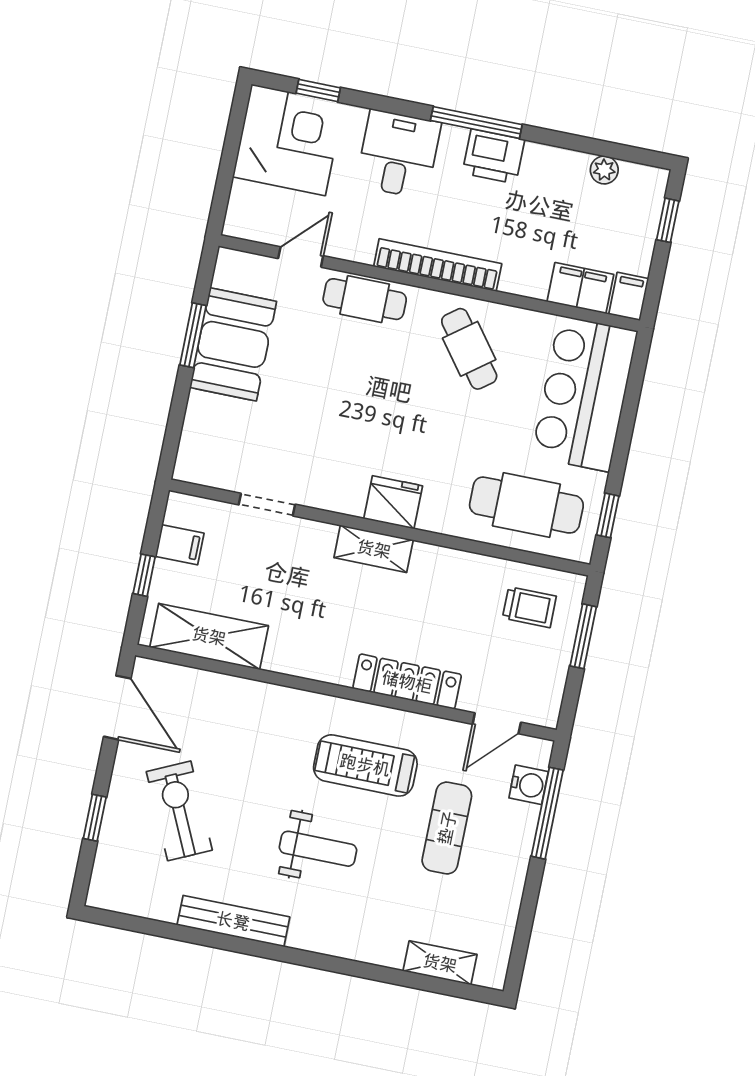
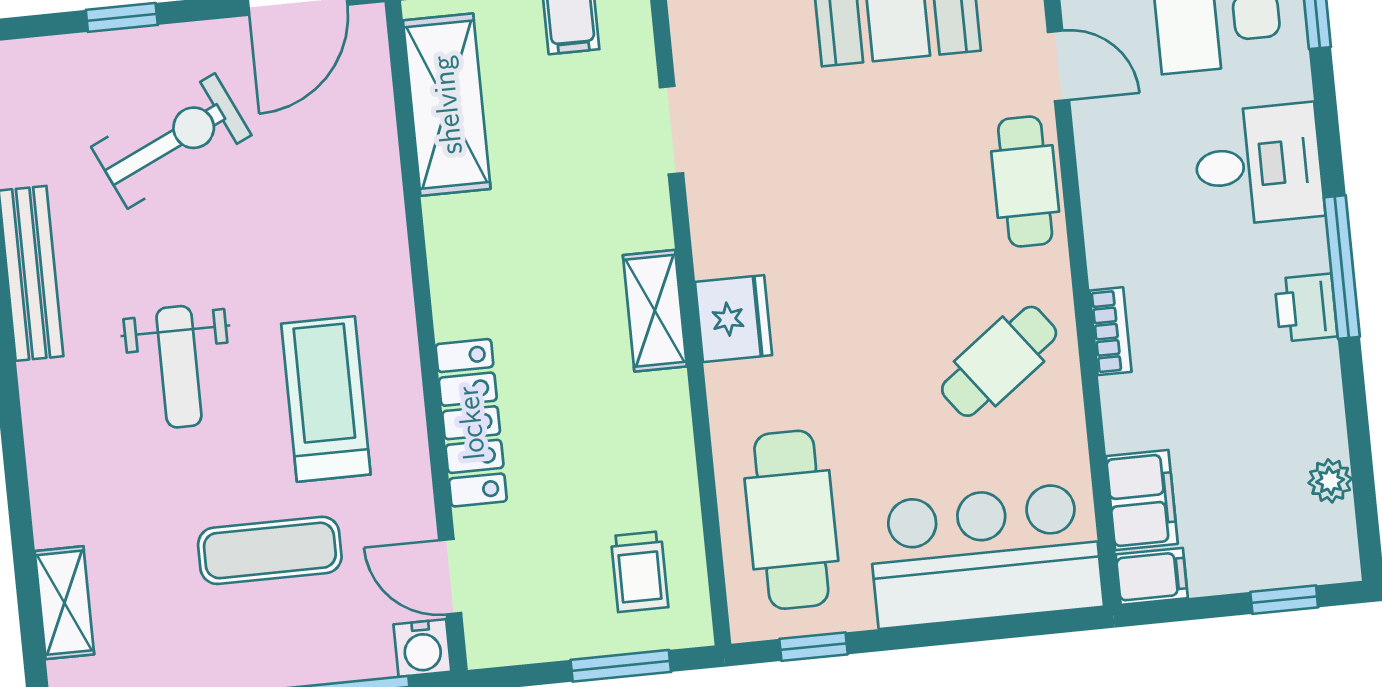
printer: (493, 156) -> (1306, 308), width x0.73, depth x0.81
bookcase: (438, 265) -> (1110, 331), width x0.43, depth x0.76
water cooler: (529, 785) -> (422, 648), moved

